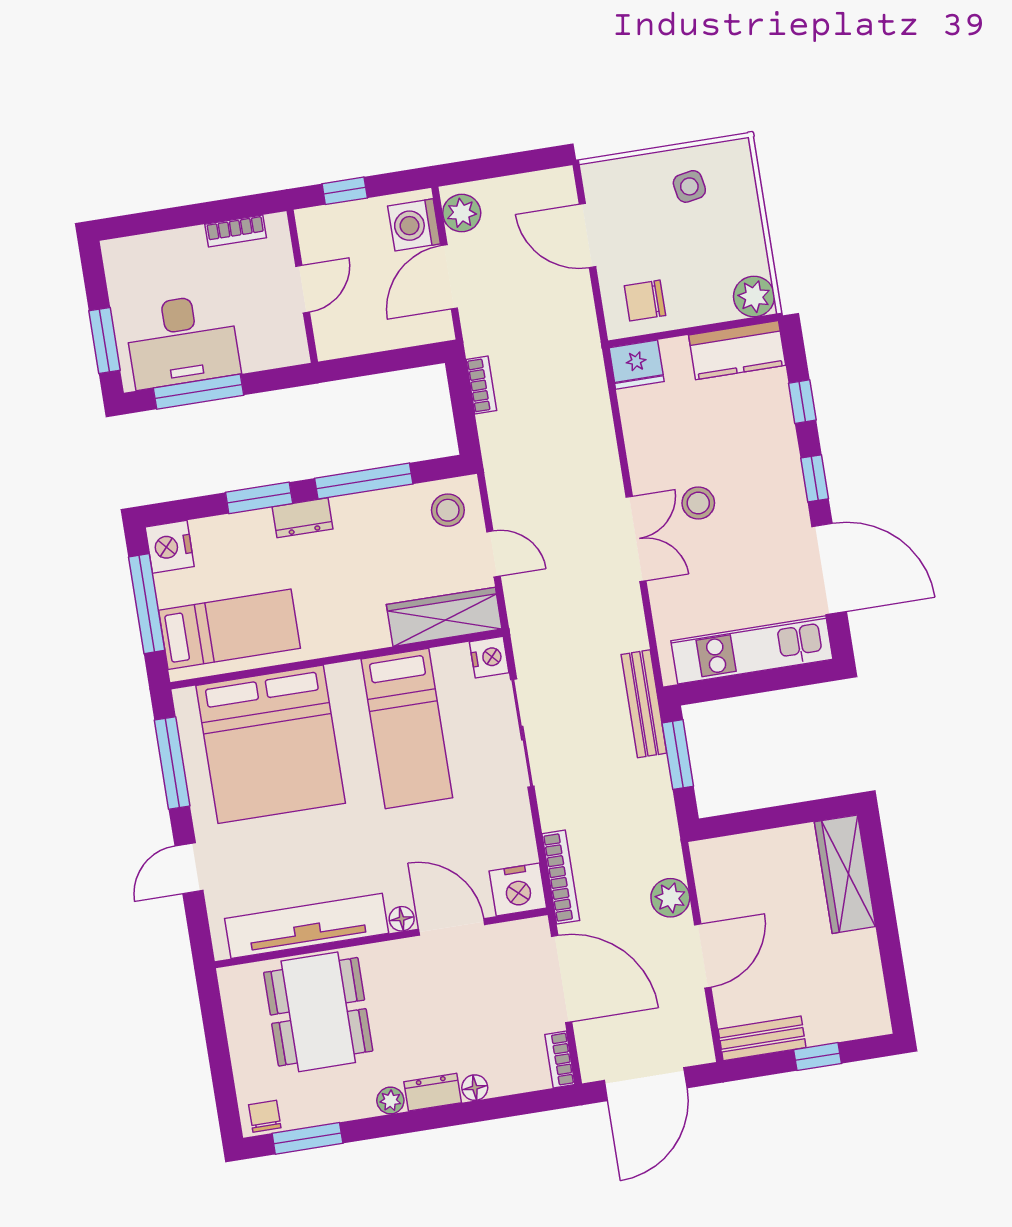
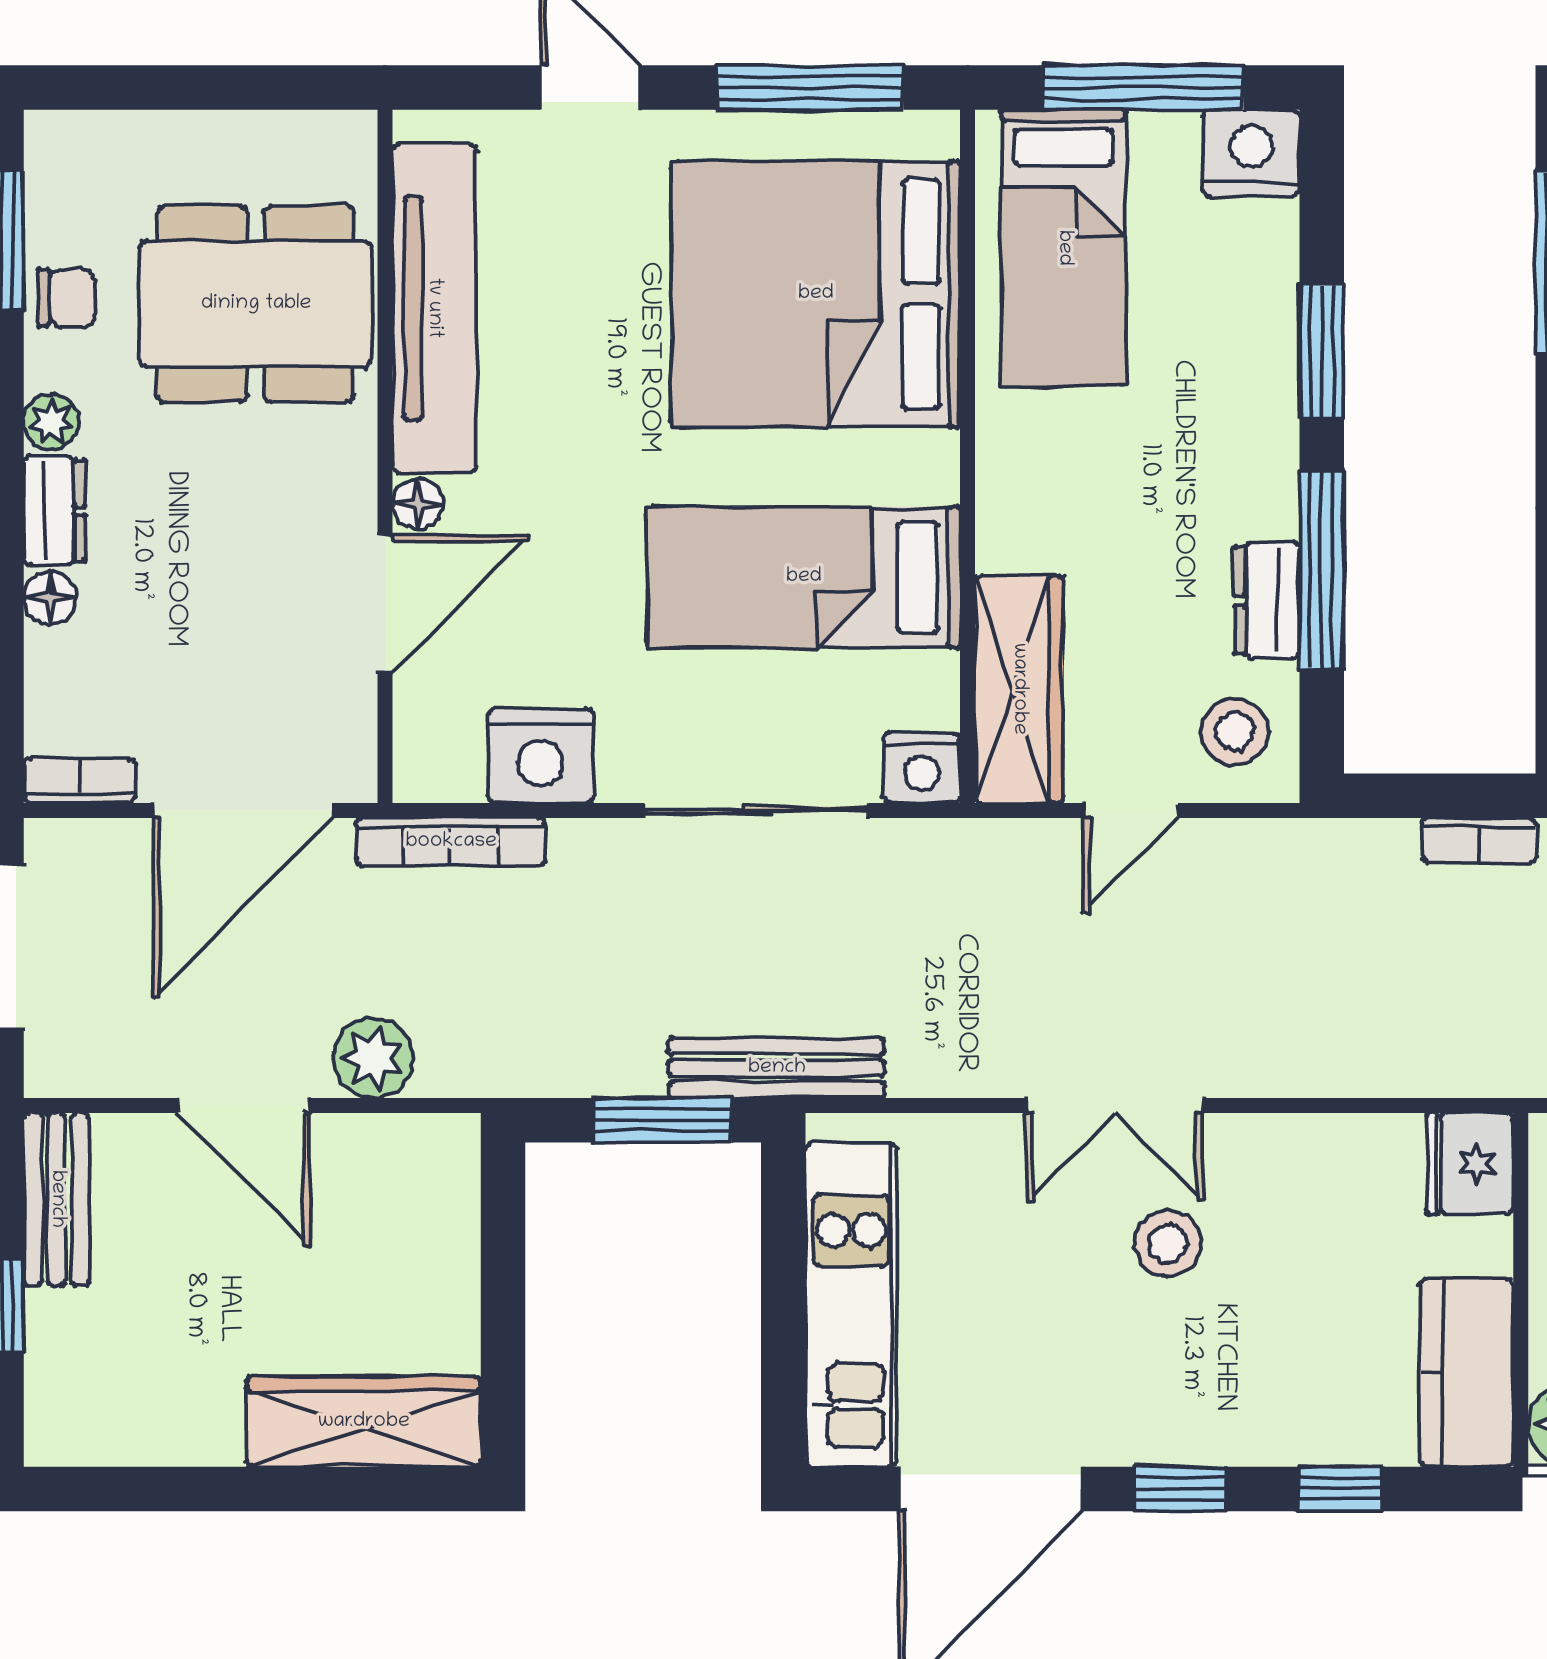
dresser: (303, 518) -> (1267, 600), moved
nightstand: (518, 889) -> (541, 756), moved, turned -90
chair: (265, 1116) -> (67, 298), moved

